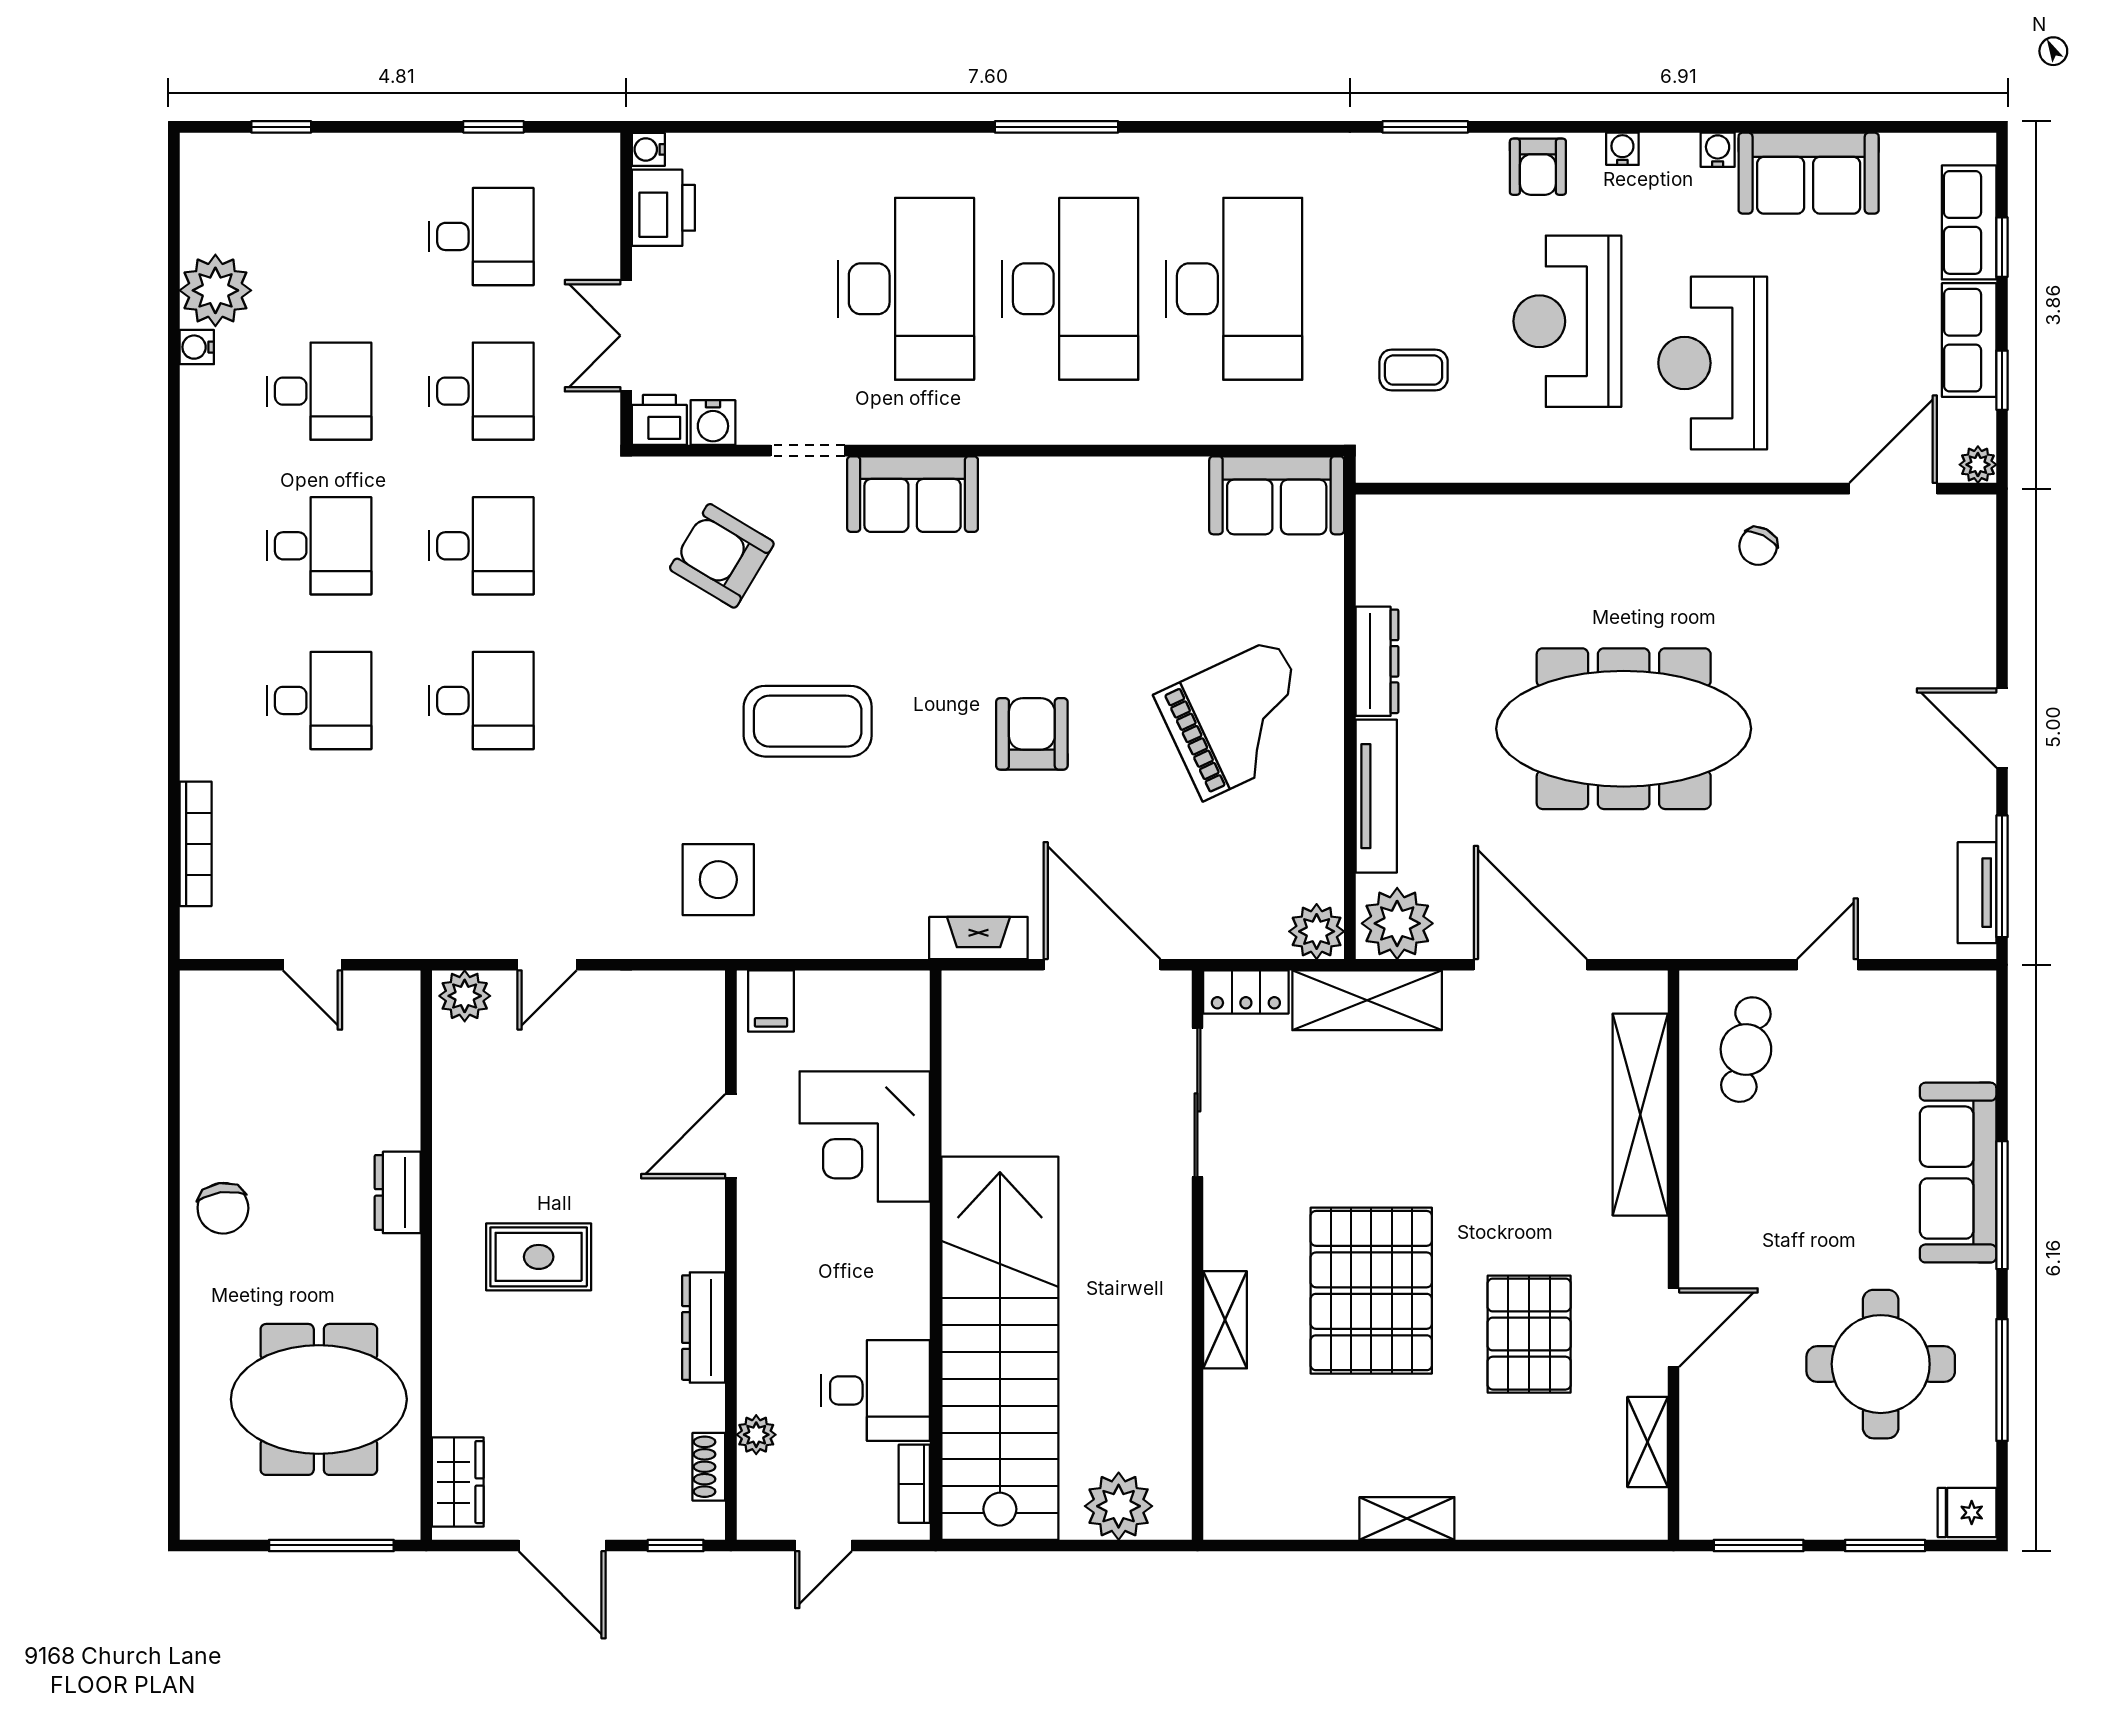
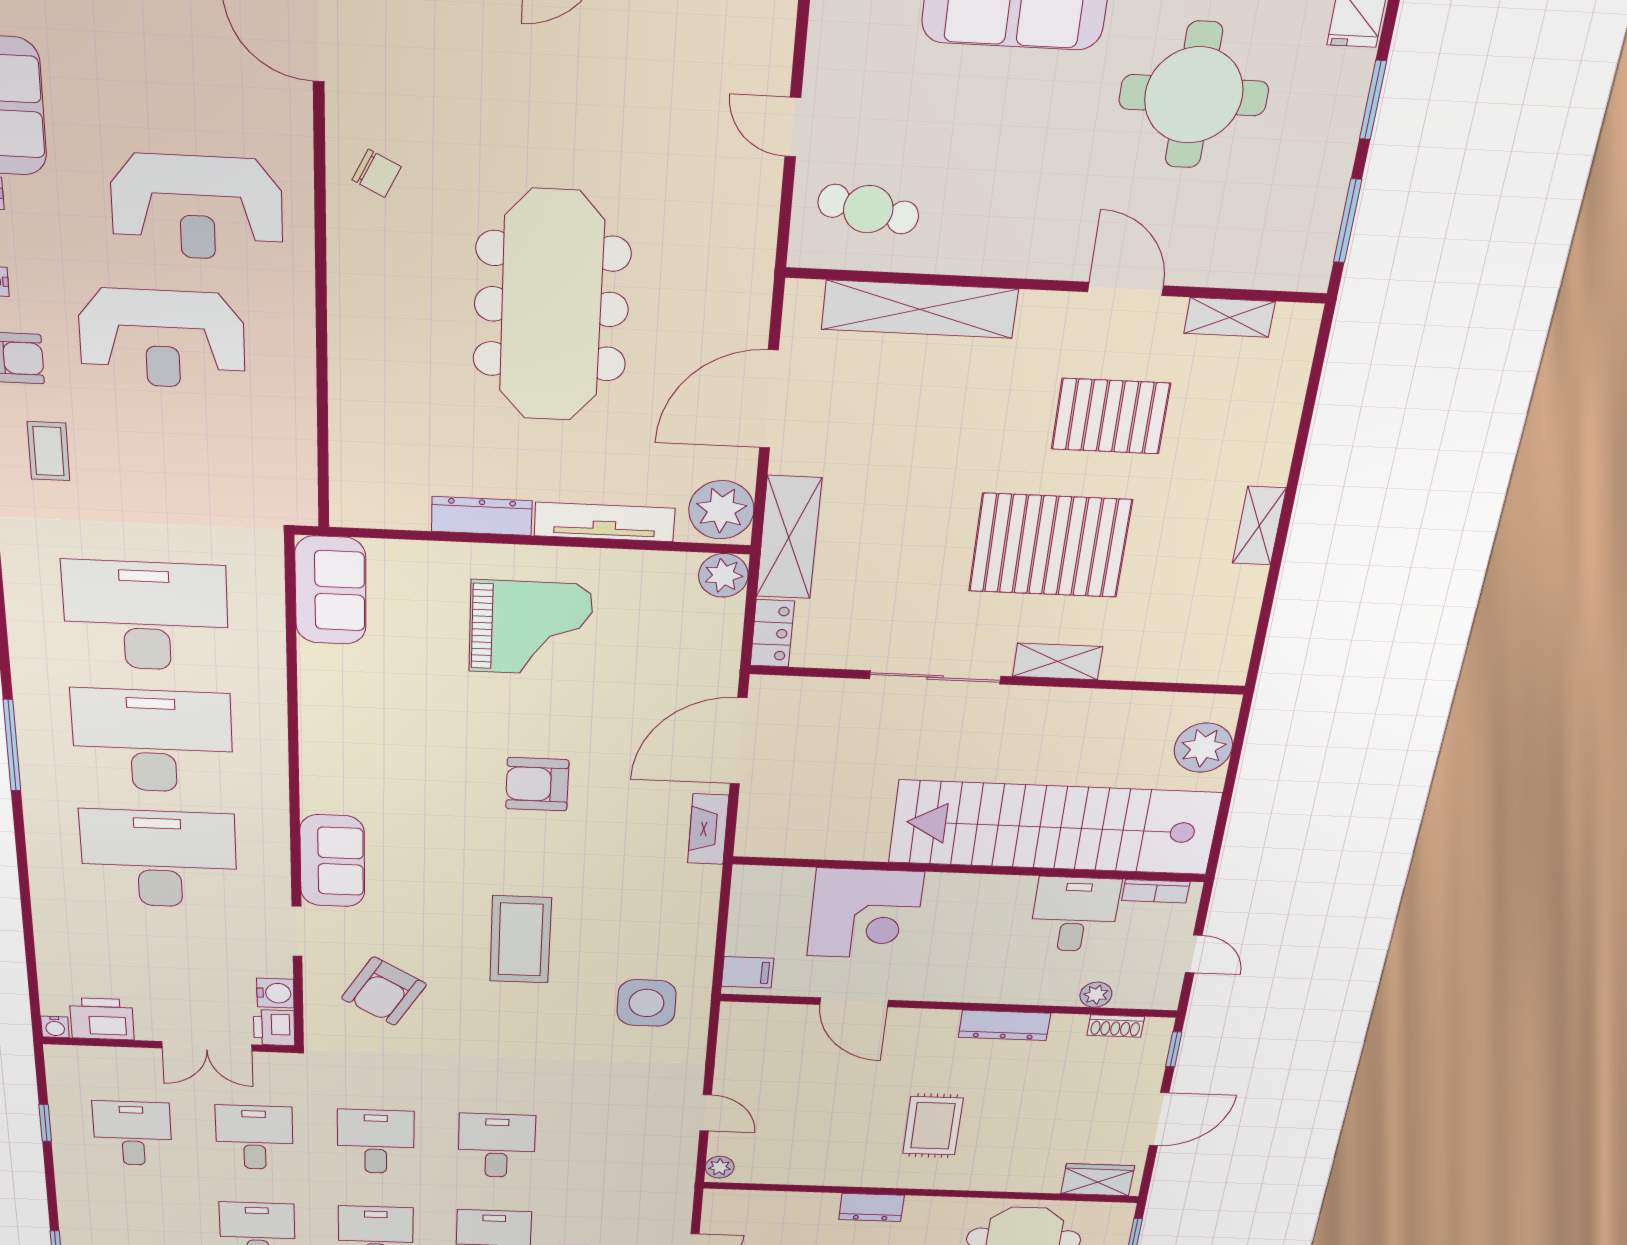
coffee table: (1414, 370) -> (48, 451), moved
grand piano: (1239, 719) -> (531, 628), turned 115
plant: (465, 996) -> (720, 1167), width x0.73, depth x0.73
sliding door: (1197, 1102) -> (935, 677), moved

